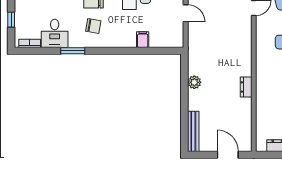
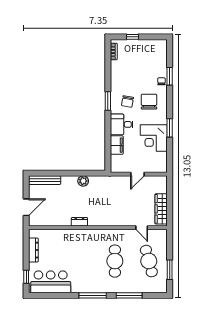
desk: (55, 33) -> (122, 124), moved
filing cabinet: (143, 40) -> (117, 145), width x2.00
window: (73, 51) -> (108, 101), moved

